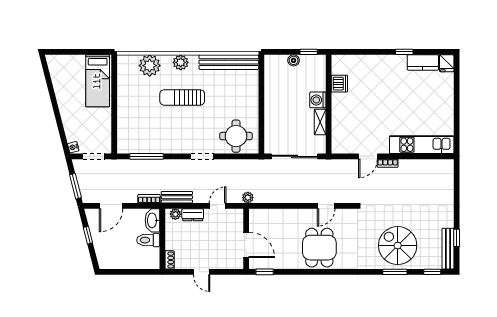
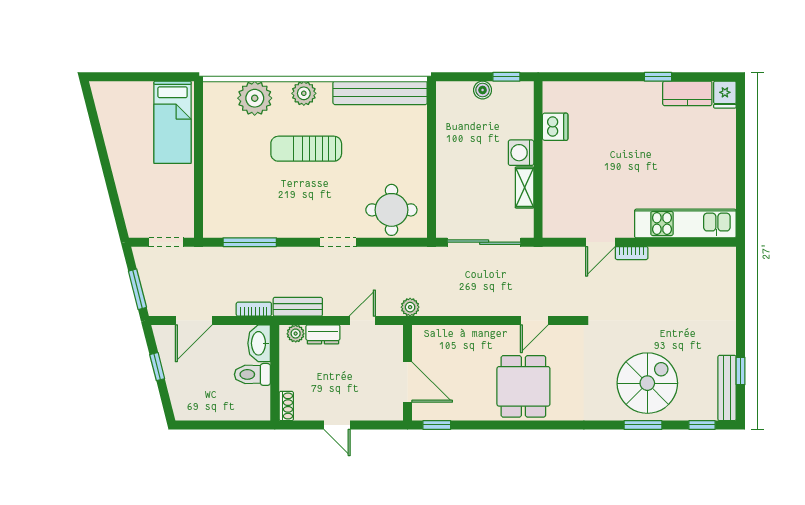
nightstand: (73, 147) -> (134, 227), removed
spiral stairs: (398, 246) -> (647, 383), turned 90

